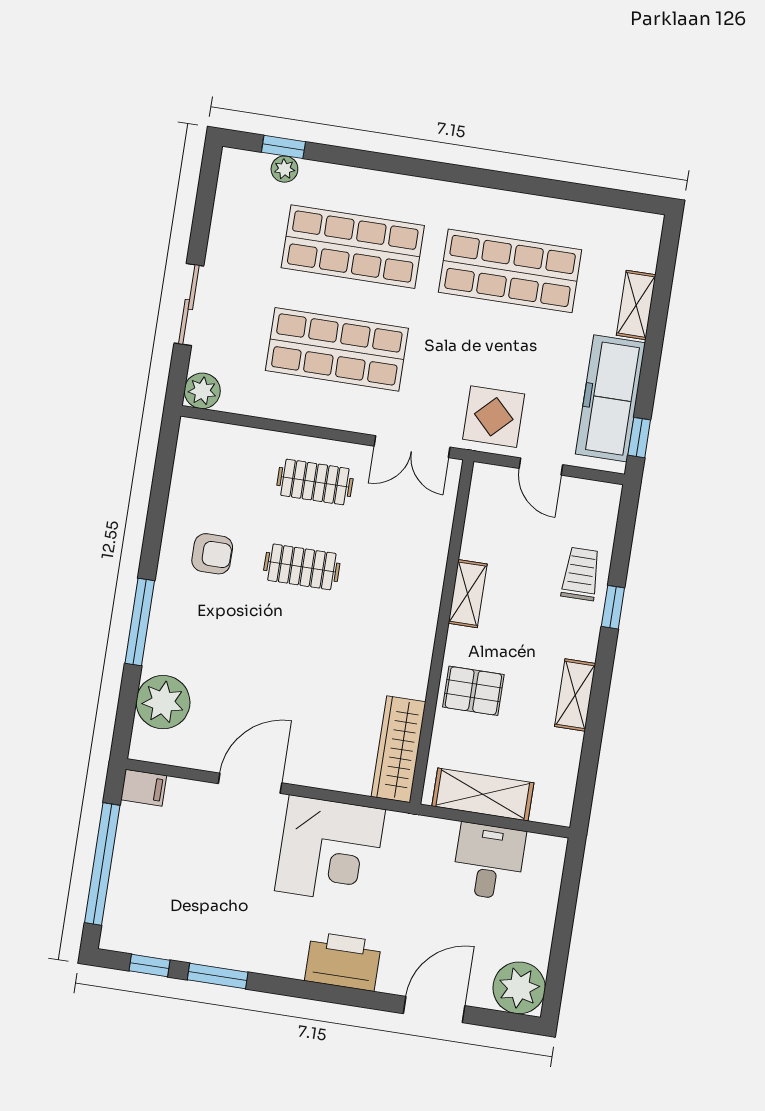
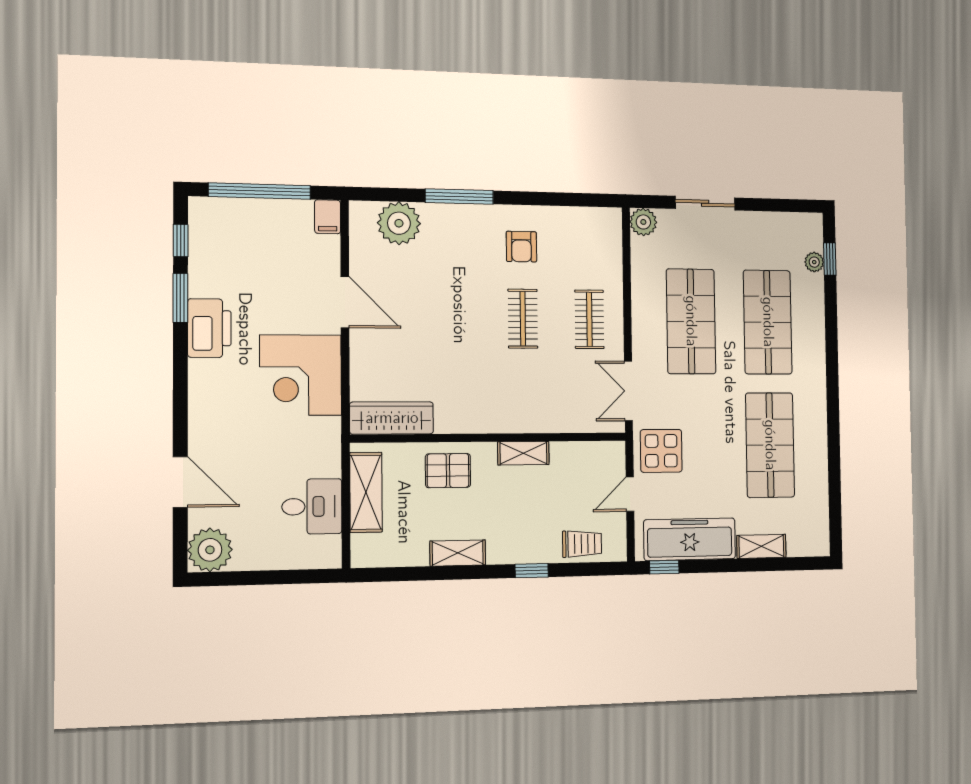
trolley: (581, 574) -> (582, 544), moved
pallet: (473, 691) -> (448, 471), turned 90
printer: (343, 961) -> (209, 328), moved

